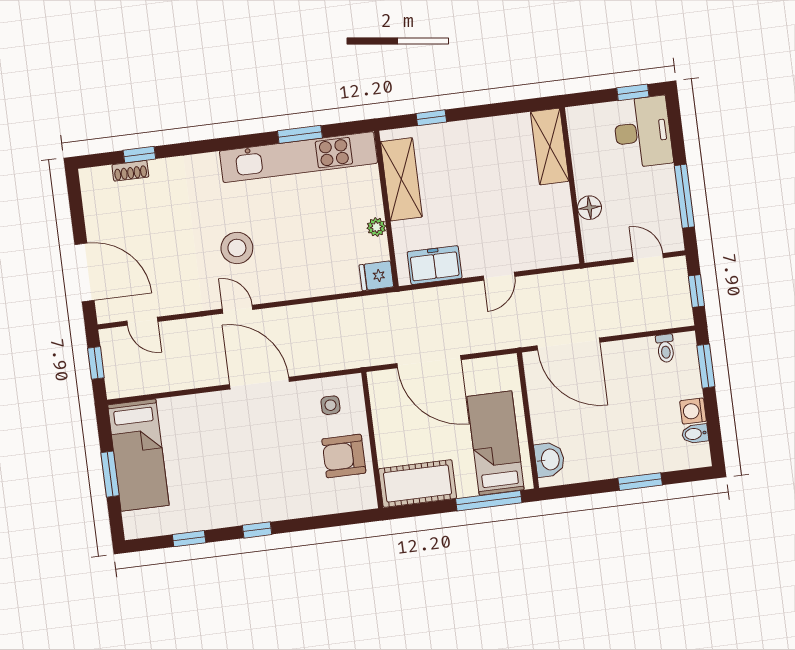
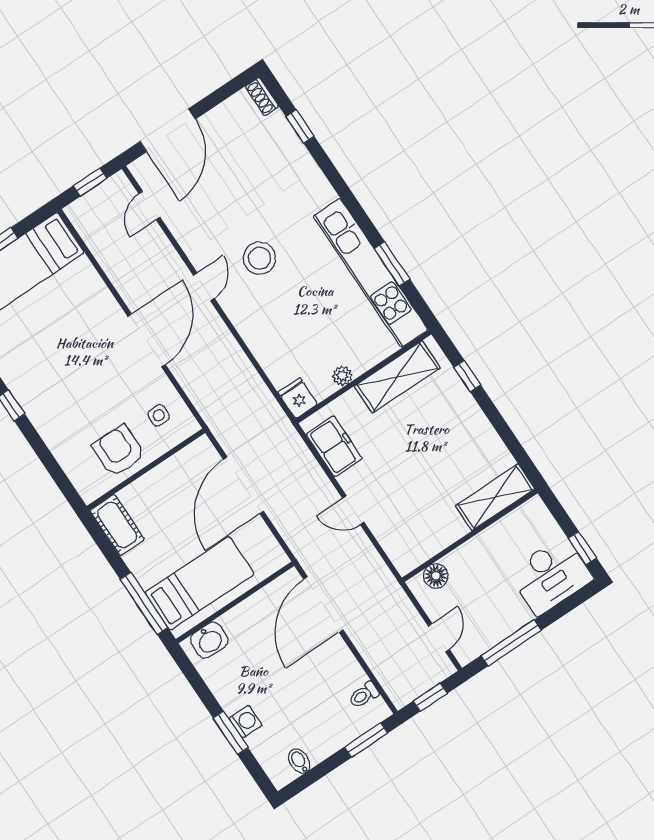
shoe rack: (130, 171) -> (262, 97), moved
floor lamp: (589, 208) -> (436, 576), moved
washing machine: (693, 411) -> (246, 722), moved, turned 90
cot: (418, 483) -> (117, 525), width x0.73, depth x0.75

